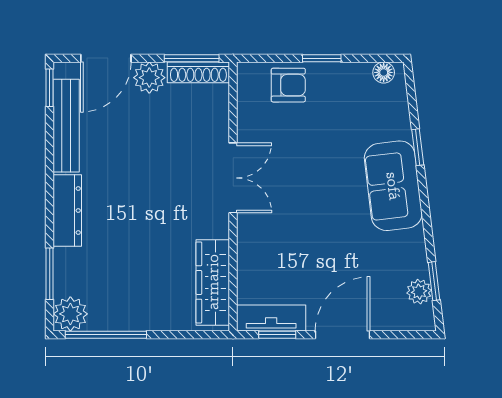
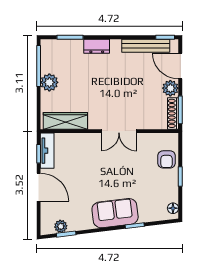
dresser: (67, 211) -> (97, 46), width x0.70
plant: (70, 314) -> (49, 82), moved

